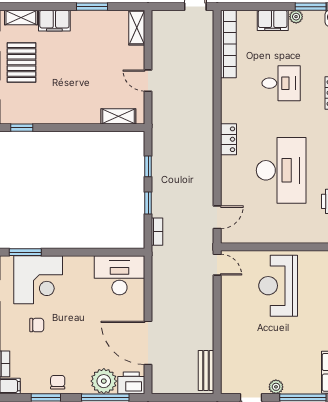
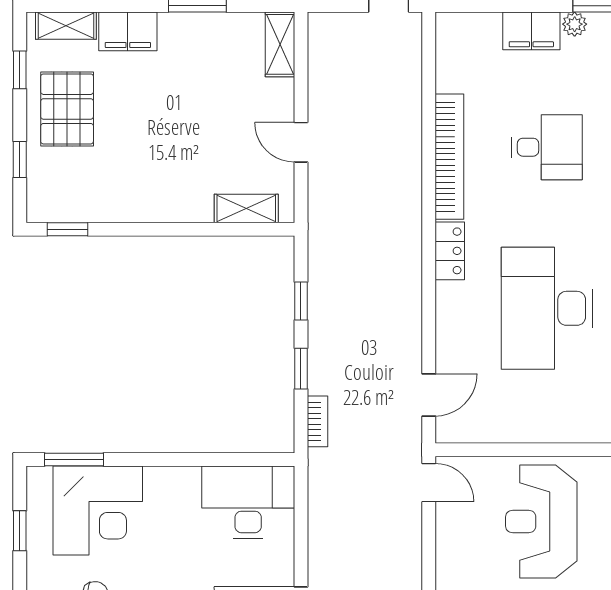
bookcase: (228, 44) -> (449, 157), moved
desk: (281, 170) -> (547, 308), turned 180

